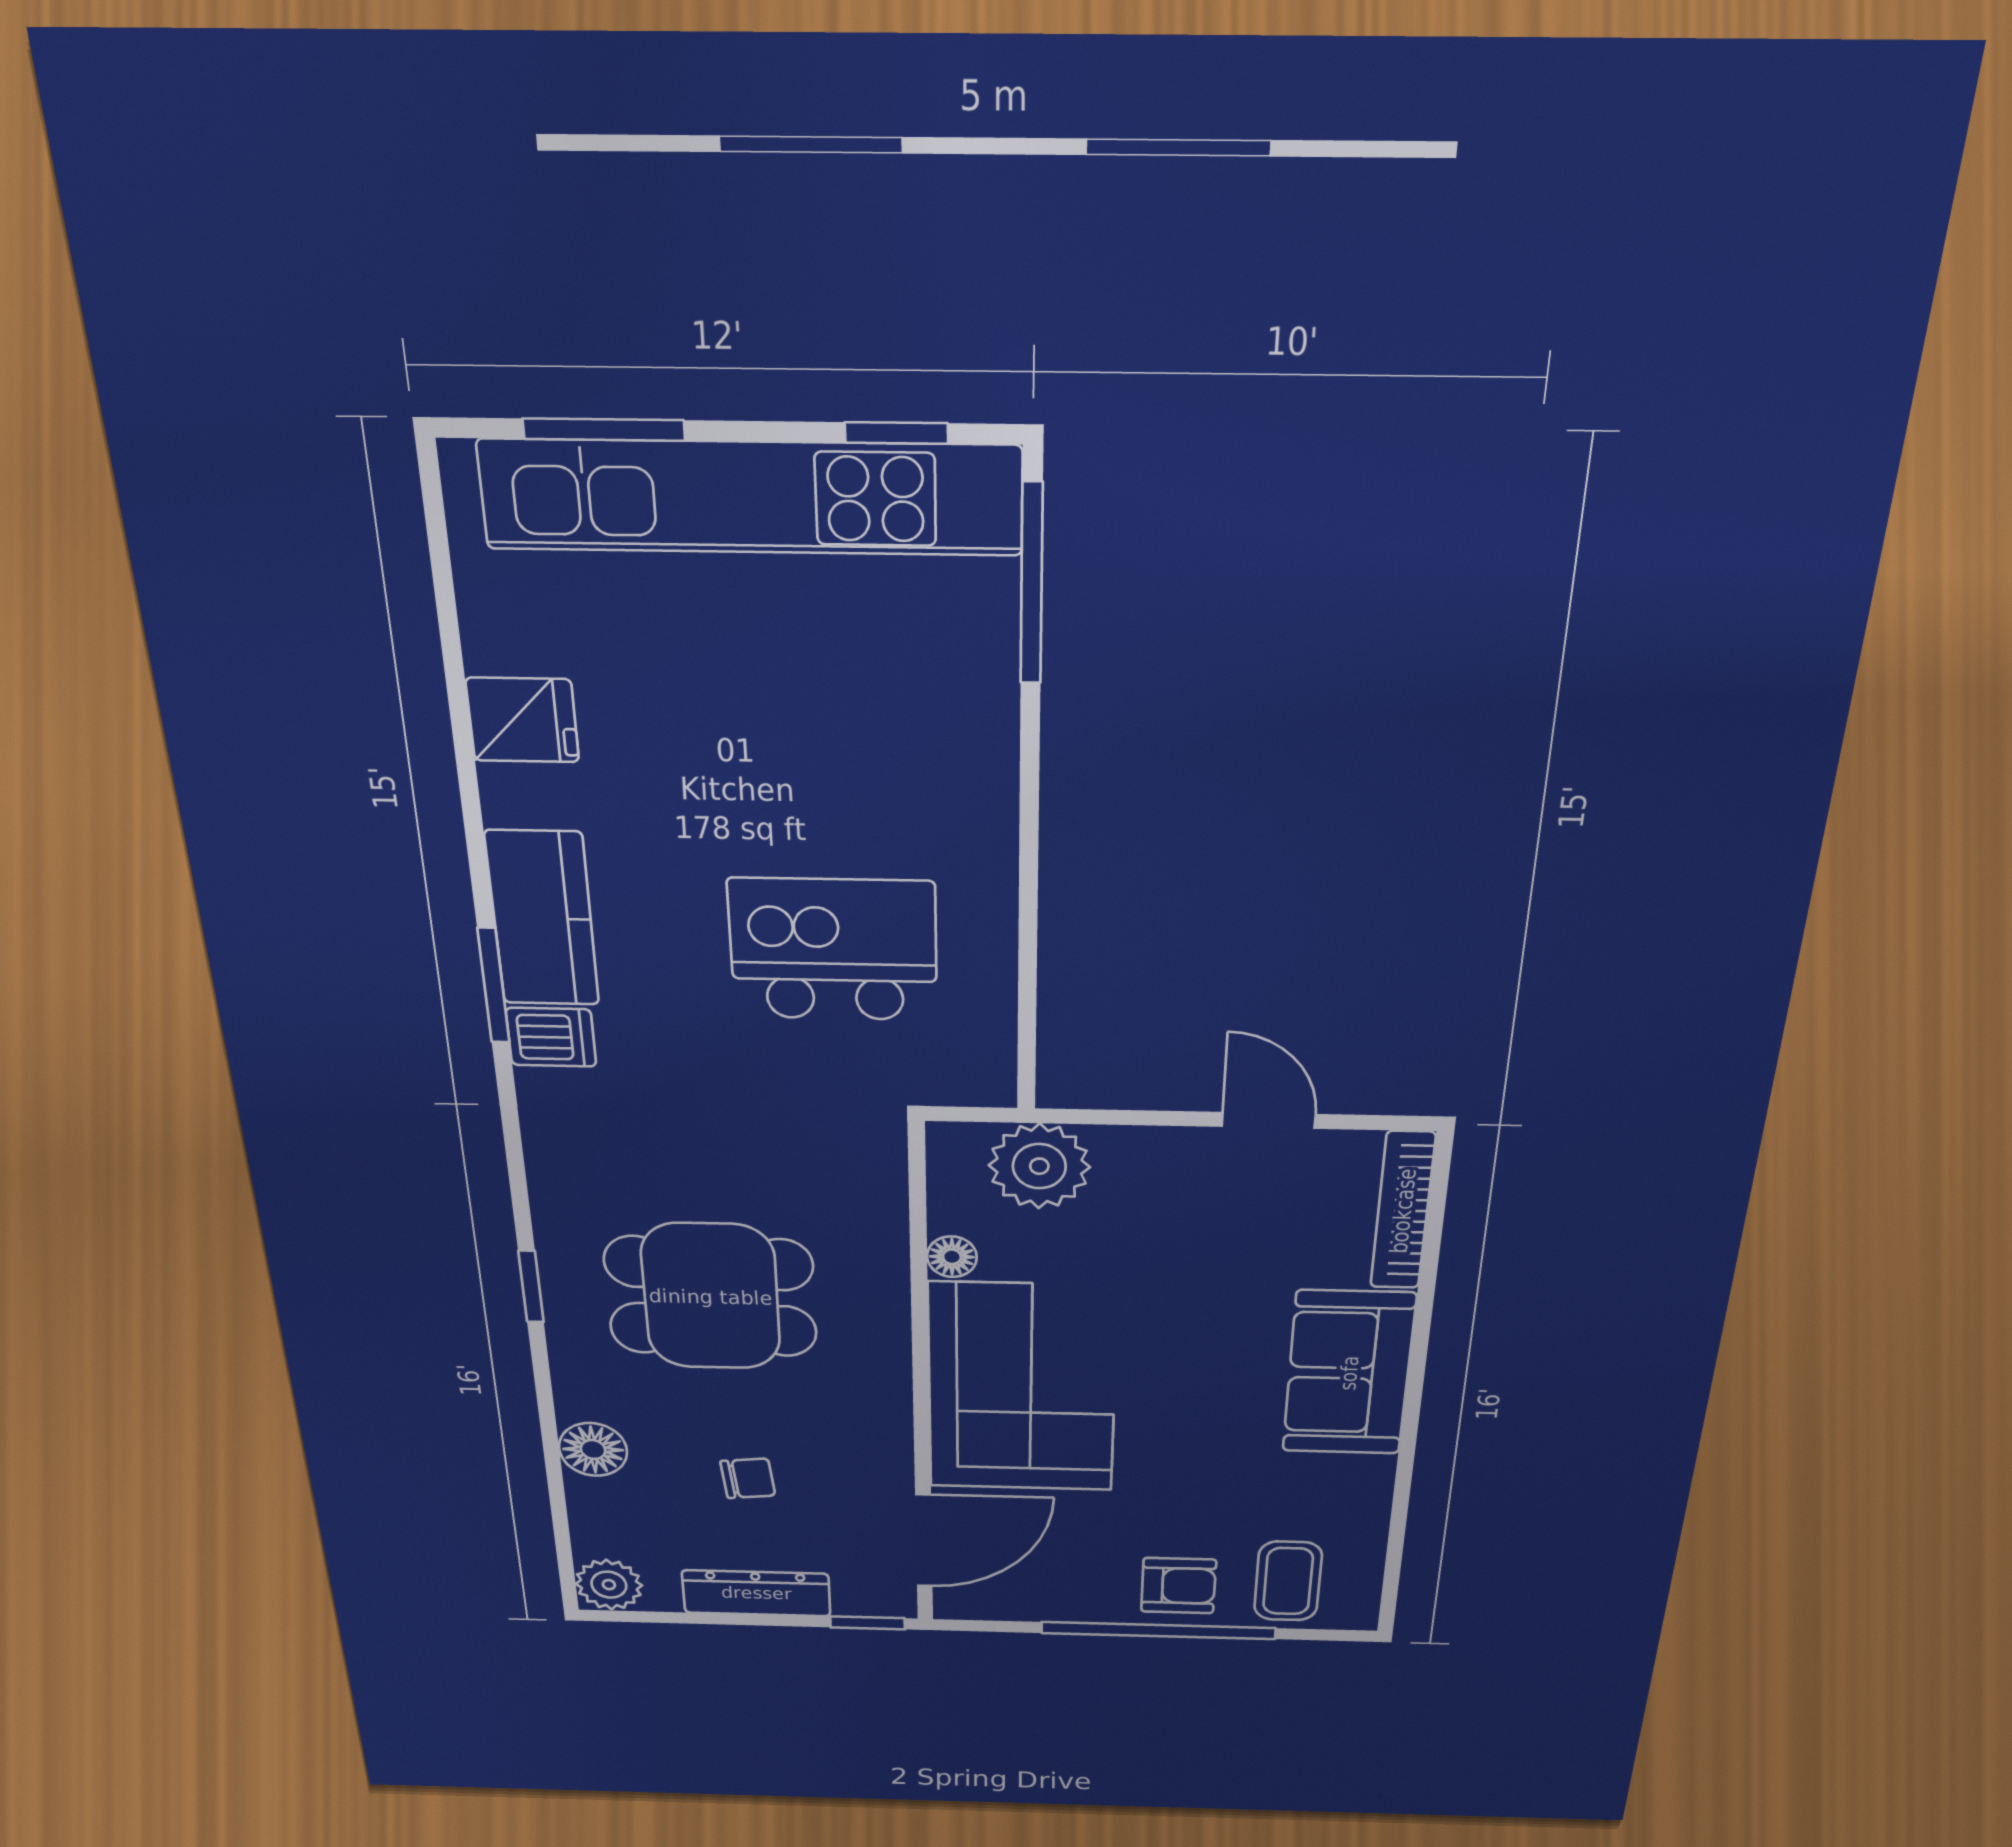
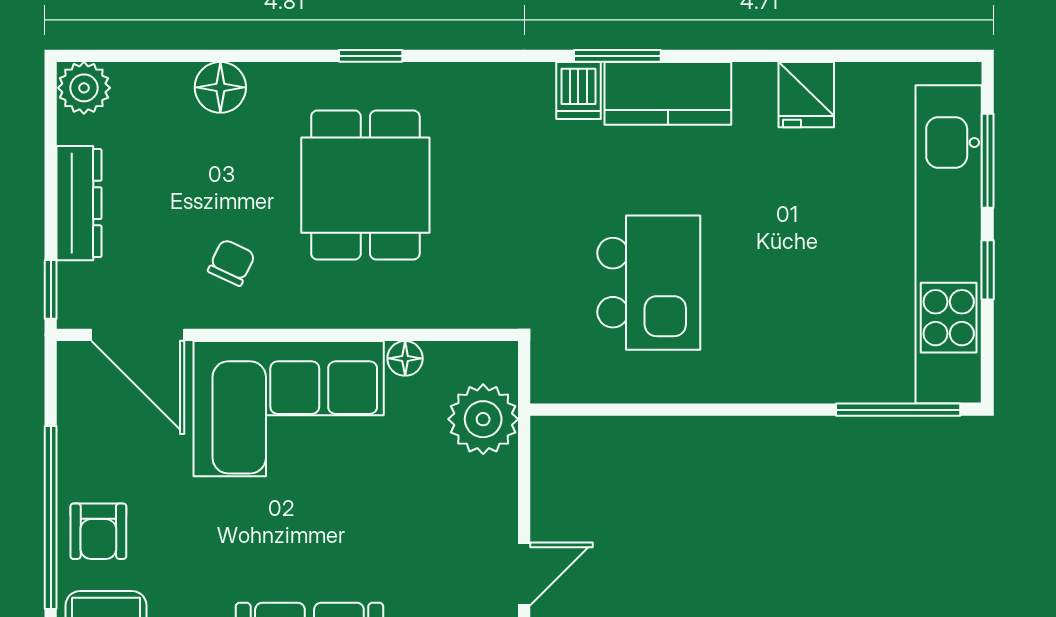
window: (896, 433) -> (988, 270), moved
chair: (748, 1478) -> (231, 263), moved, turned -149

